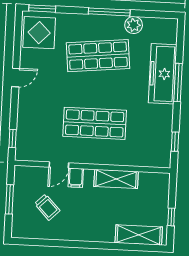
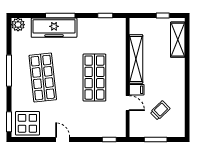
plant: (134, 25) -> (18, 25), moved
shelving: (116, 179) -> (136, 59), width x1.47

